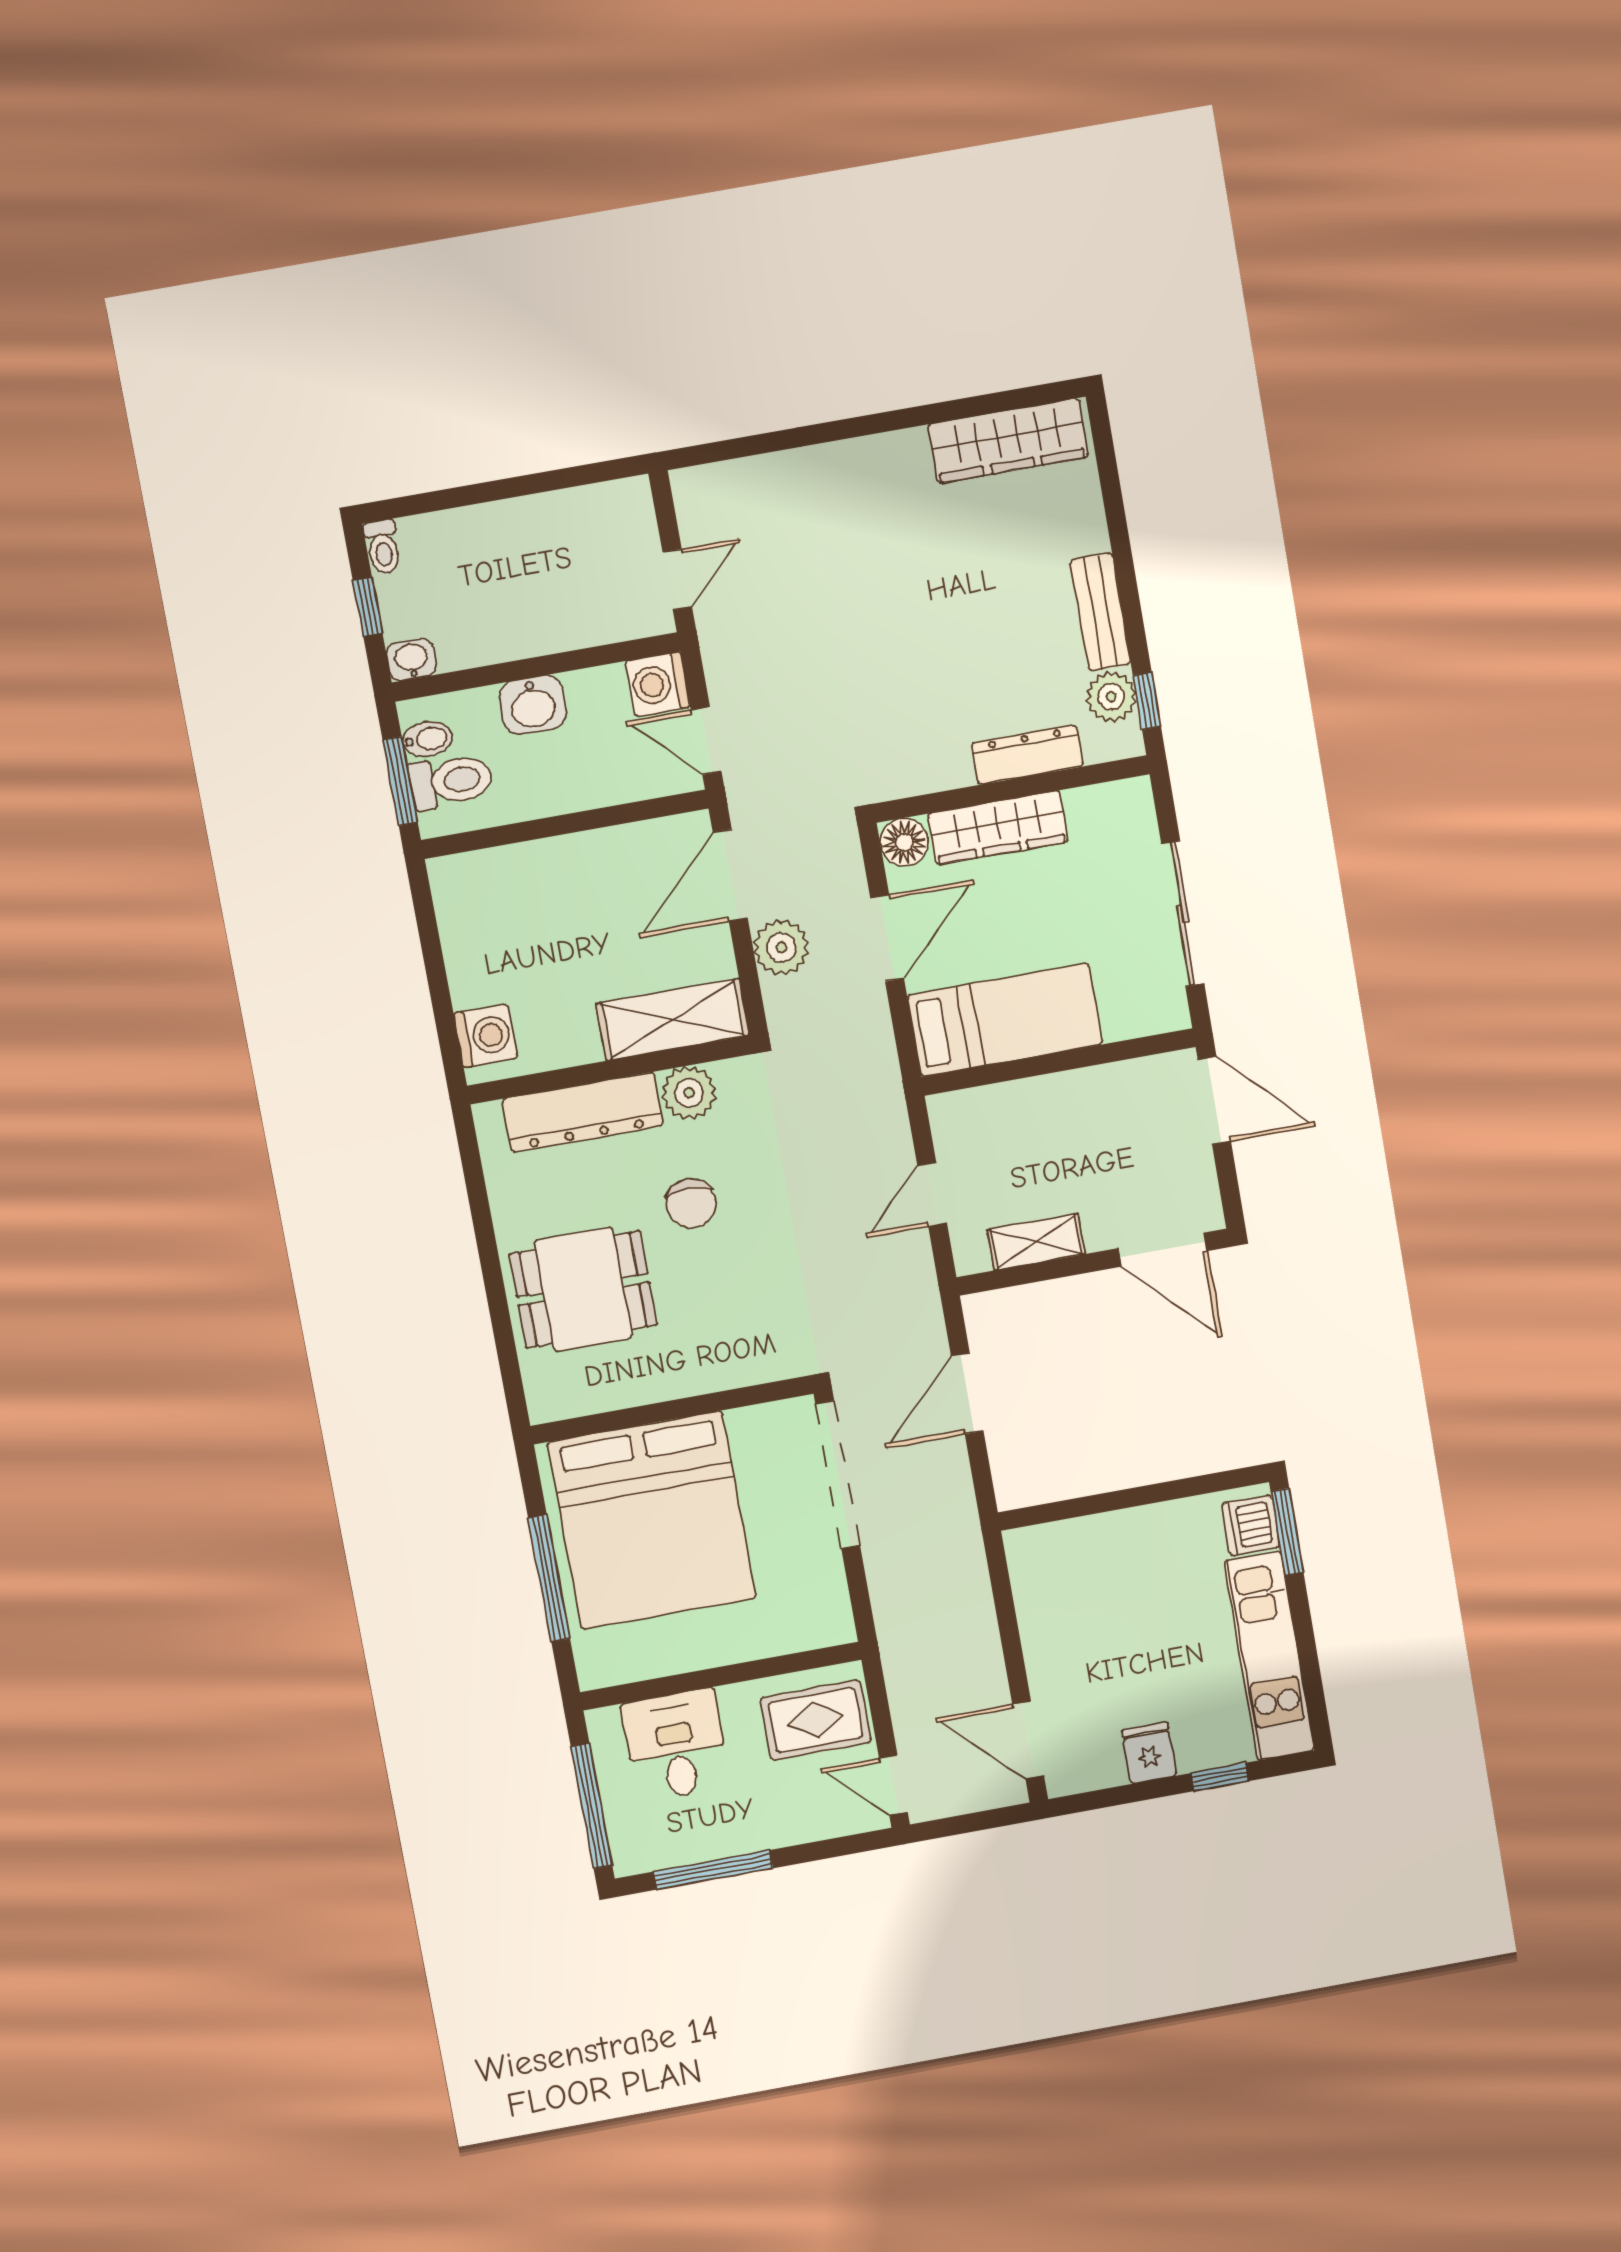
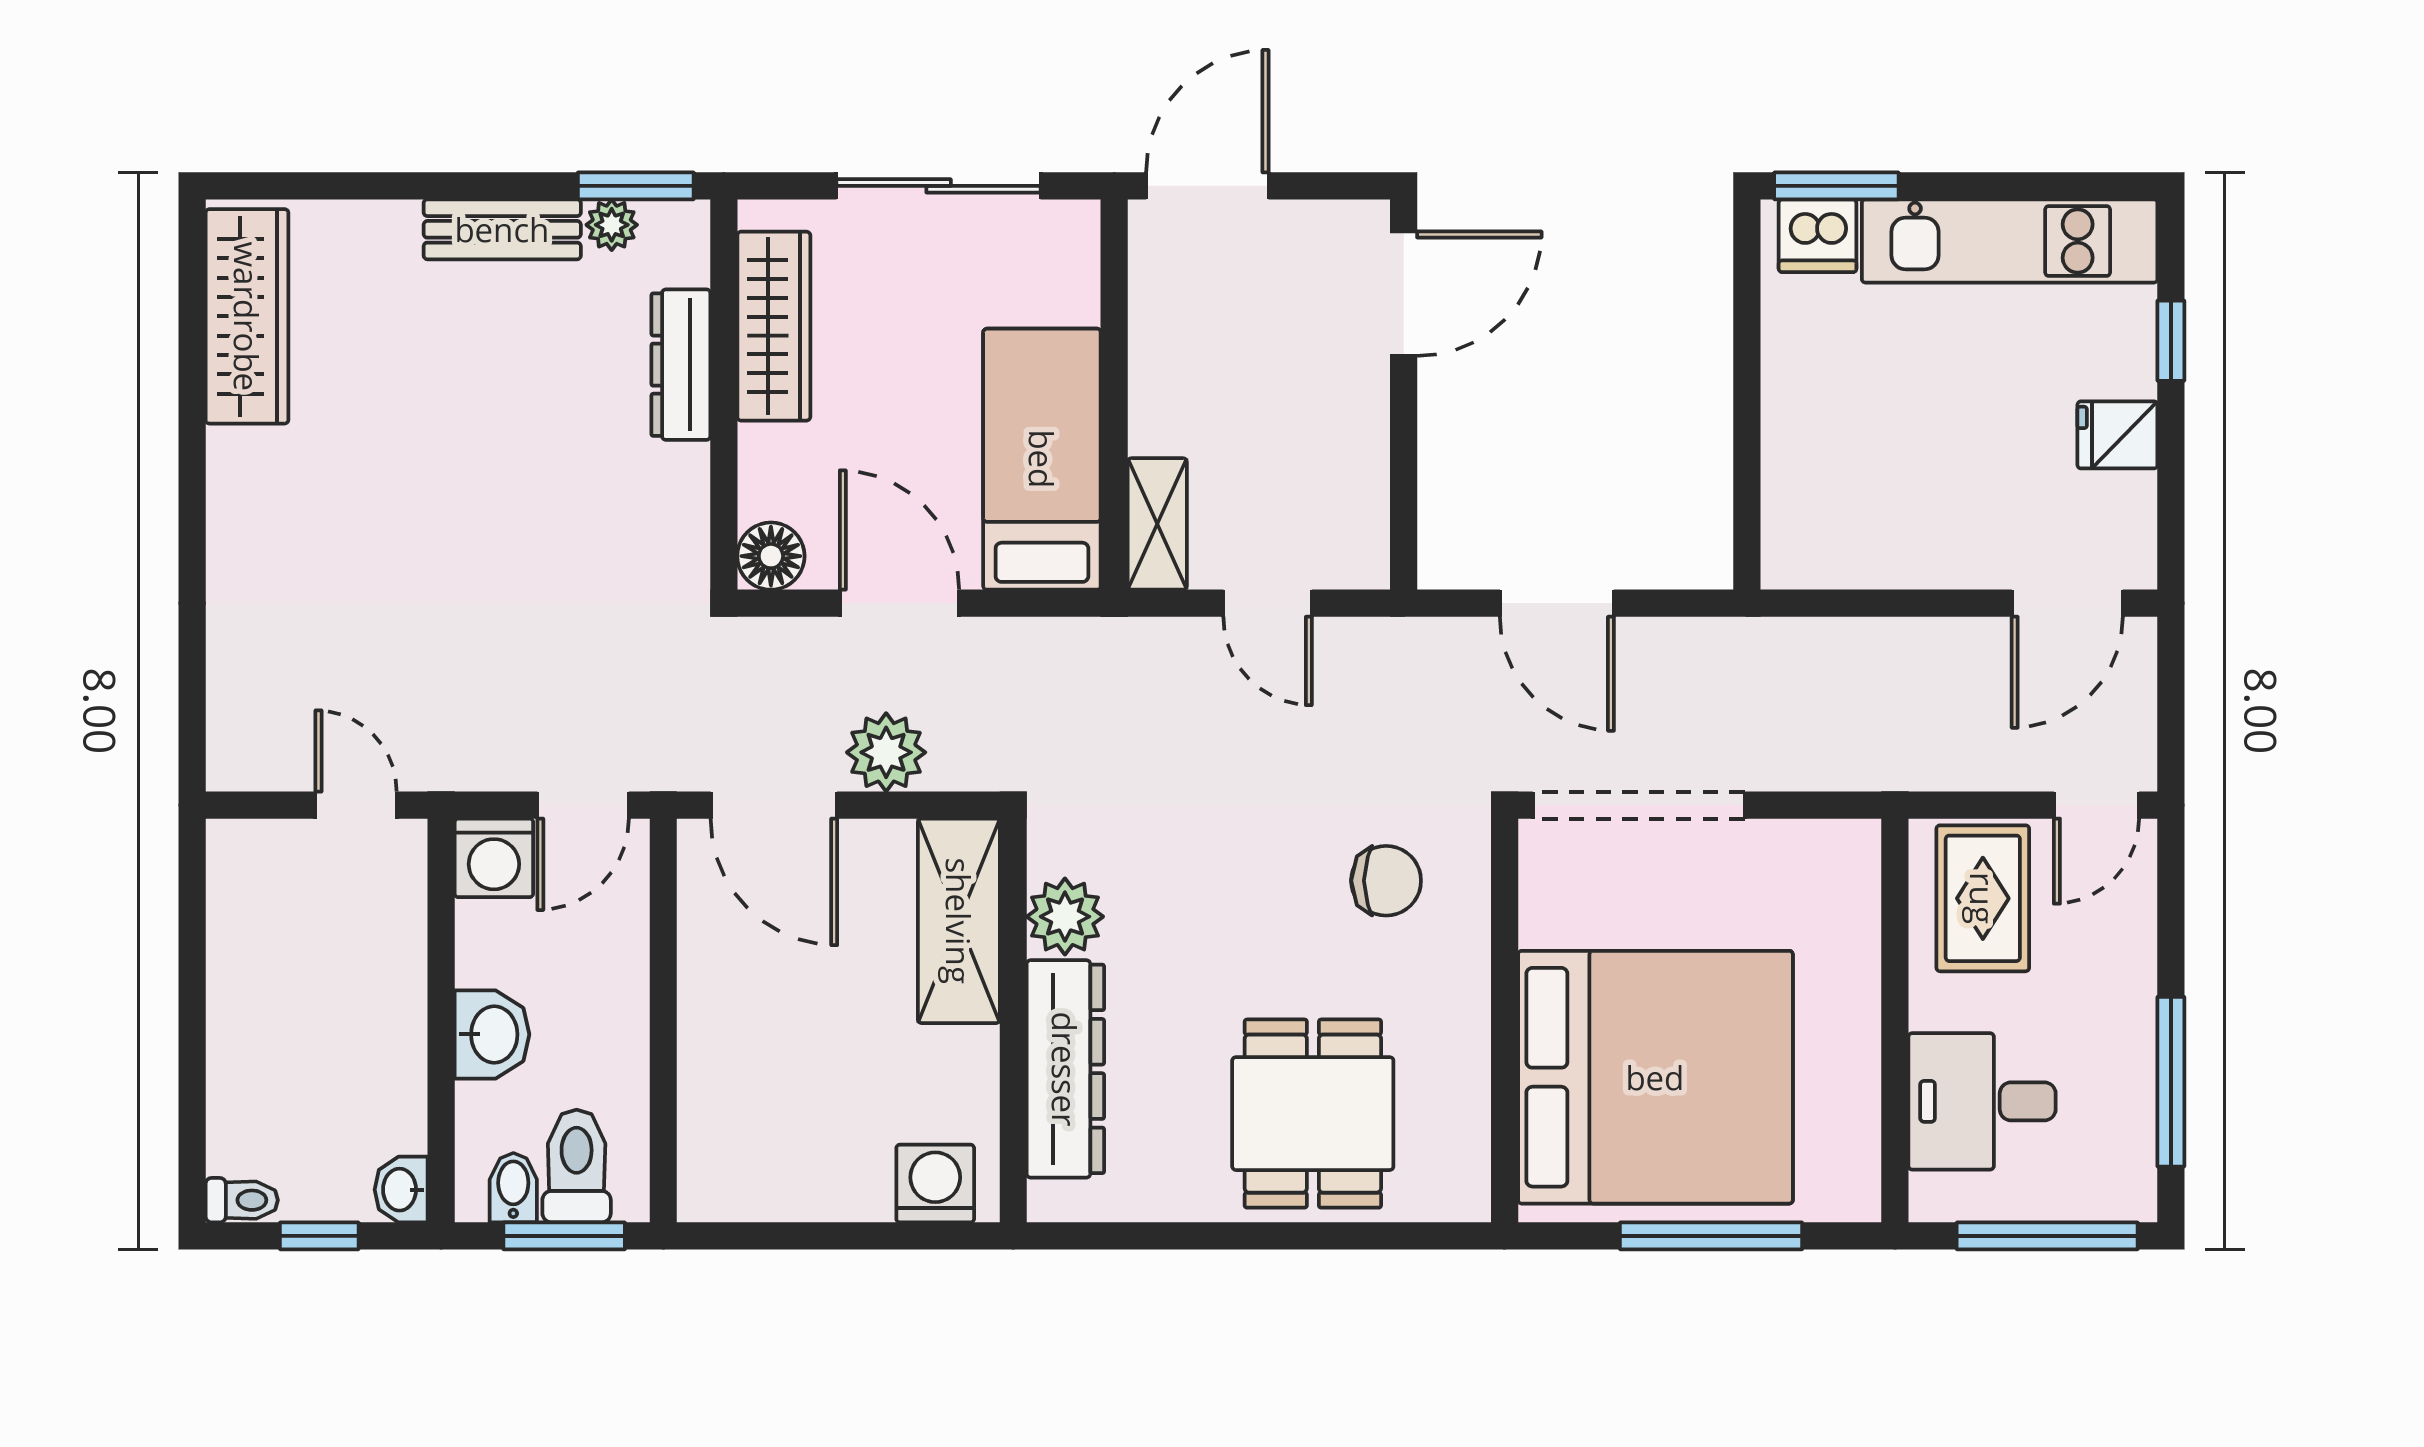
plant: (1111, 697) -> (612, 225), width x0.73, depth x0.73
window: (1147, 701) -> (636, 186), width x1.50
wardrobe: (998, 828) -> (774, 326), moved
chair: (691, 1203) -> (1386, 881), moved
shelving: (1036, 1242) -> (1157, 524), moved

